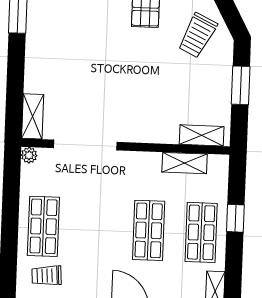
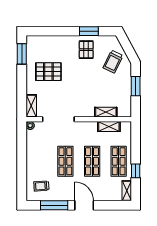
pallet: (69, 50) -> (48, 72), added
shelving: (202, 135) -> (106, 112), moved
window: (235, 218) -> (136, 171), moved
shop shelf: (43, 226) -> (65, 161), moved

